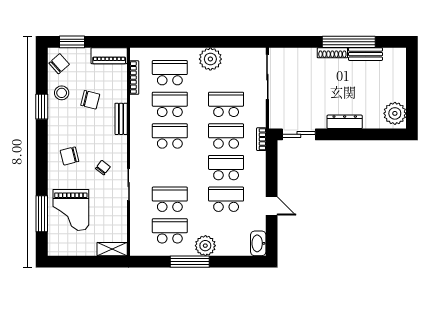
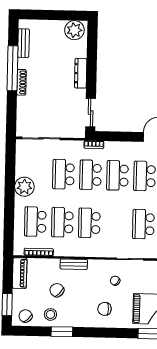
bench: (365, 54) -> (23, 43), moved
chair: (90, 100) -> (57, 290), turned -61
chair: (70, 156) -> (104, 309), turned 104

